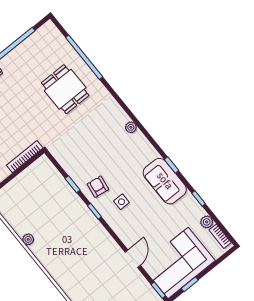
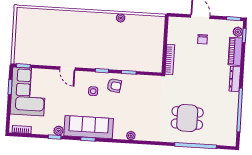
sofa: (165, 181) -> (89, 127), width x1.36
plant: (207, 222) -> (58, 131), moved
door: (133, 259) -> (67, 69), moved

